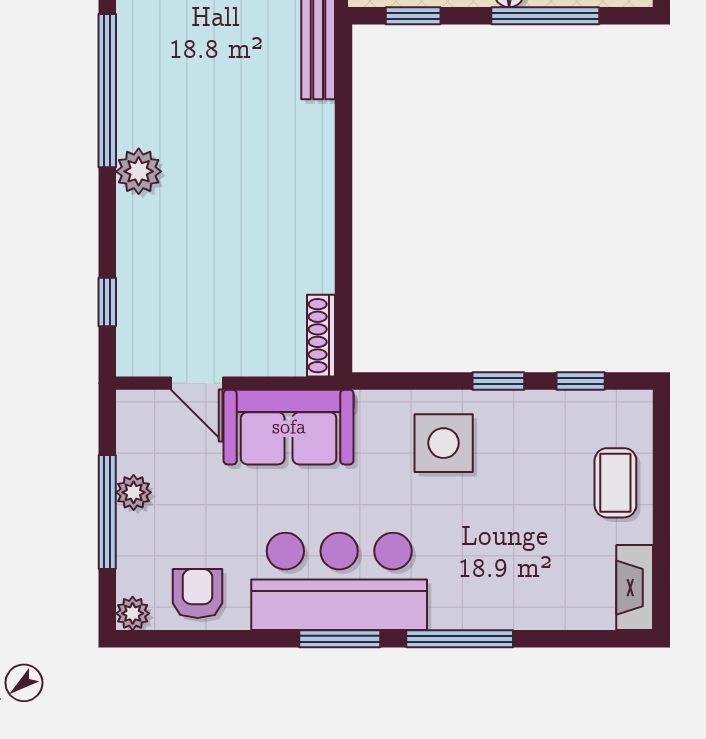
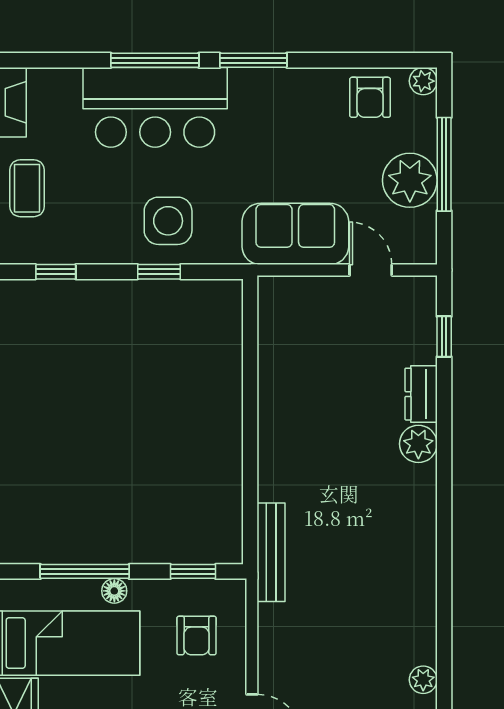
window: (107, 91) -> (444, 510), removed
dresser: (135, 232) -> (421, 394), added
shoe rack: (321, 336) -> (269, 309), removed
window: (498, 381) -> (159, 272), moved
plant: (134, 492) -> (410, 180), width x1.88, depth x1.88
bar counter: (339, 581) -> (155, 107), moved

